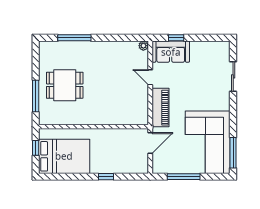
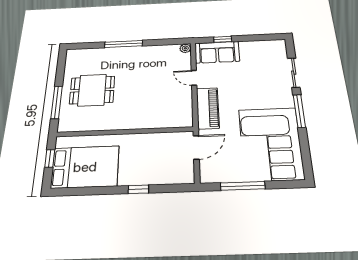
window: (74, 38) -> (124, 44), moved
window: (233, 153) -> (299, 111), moved

